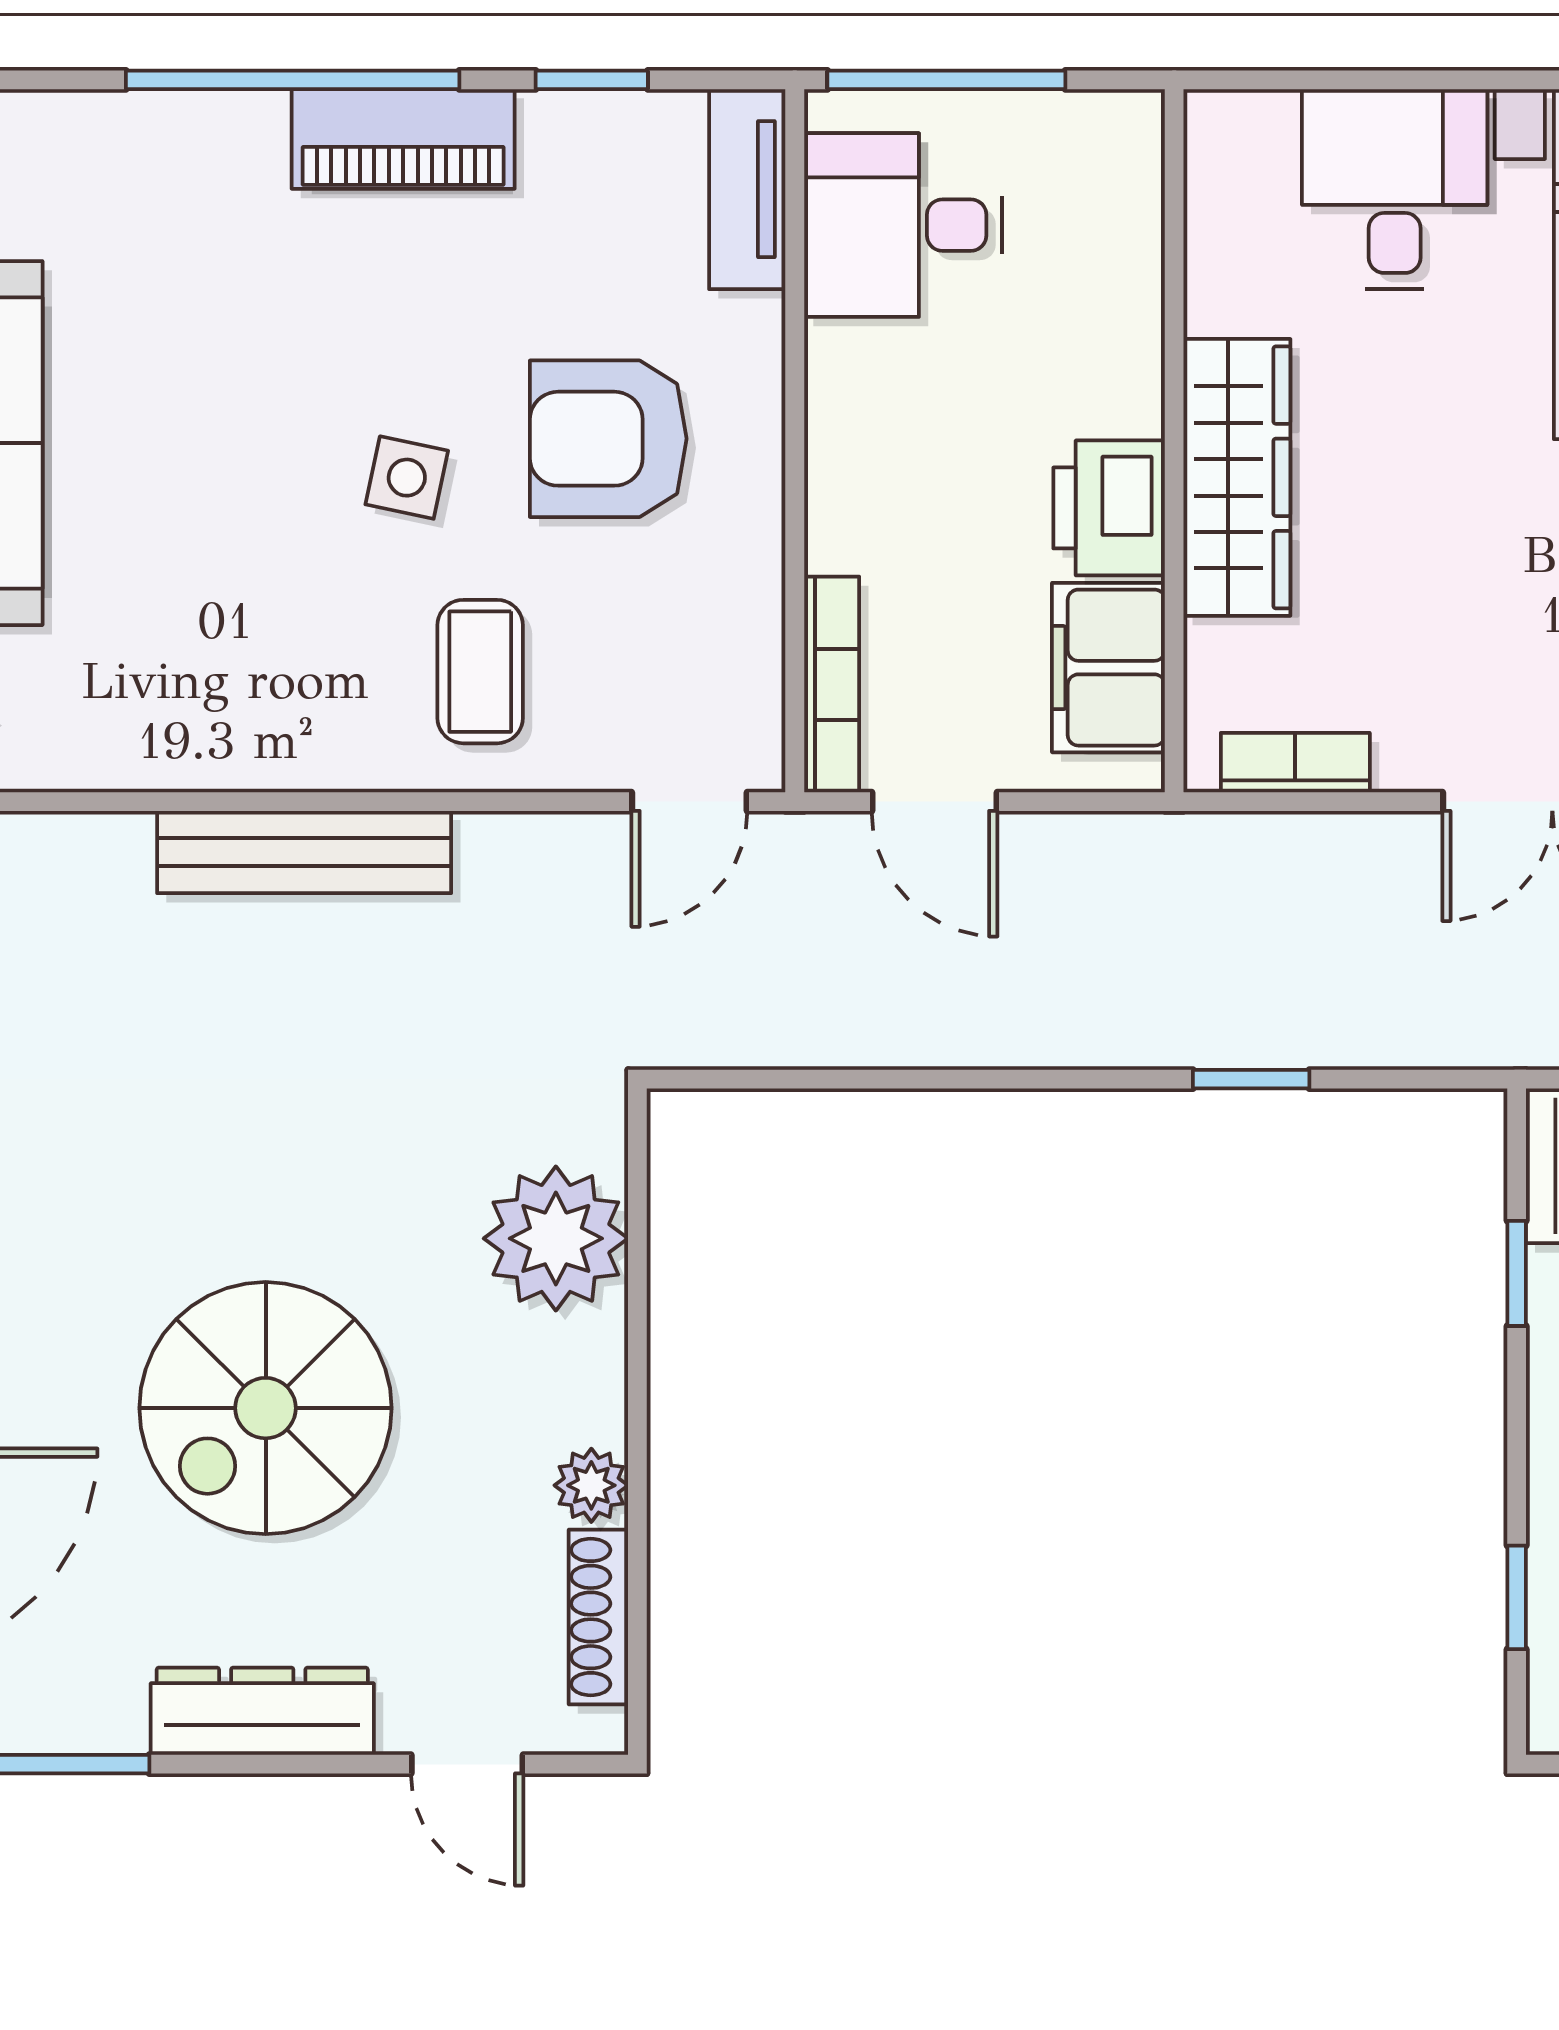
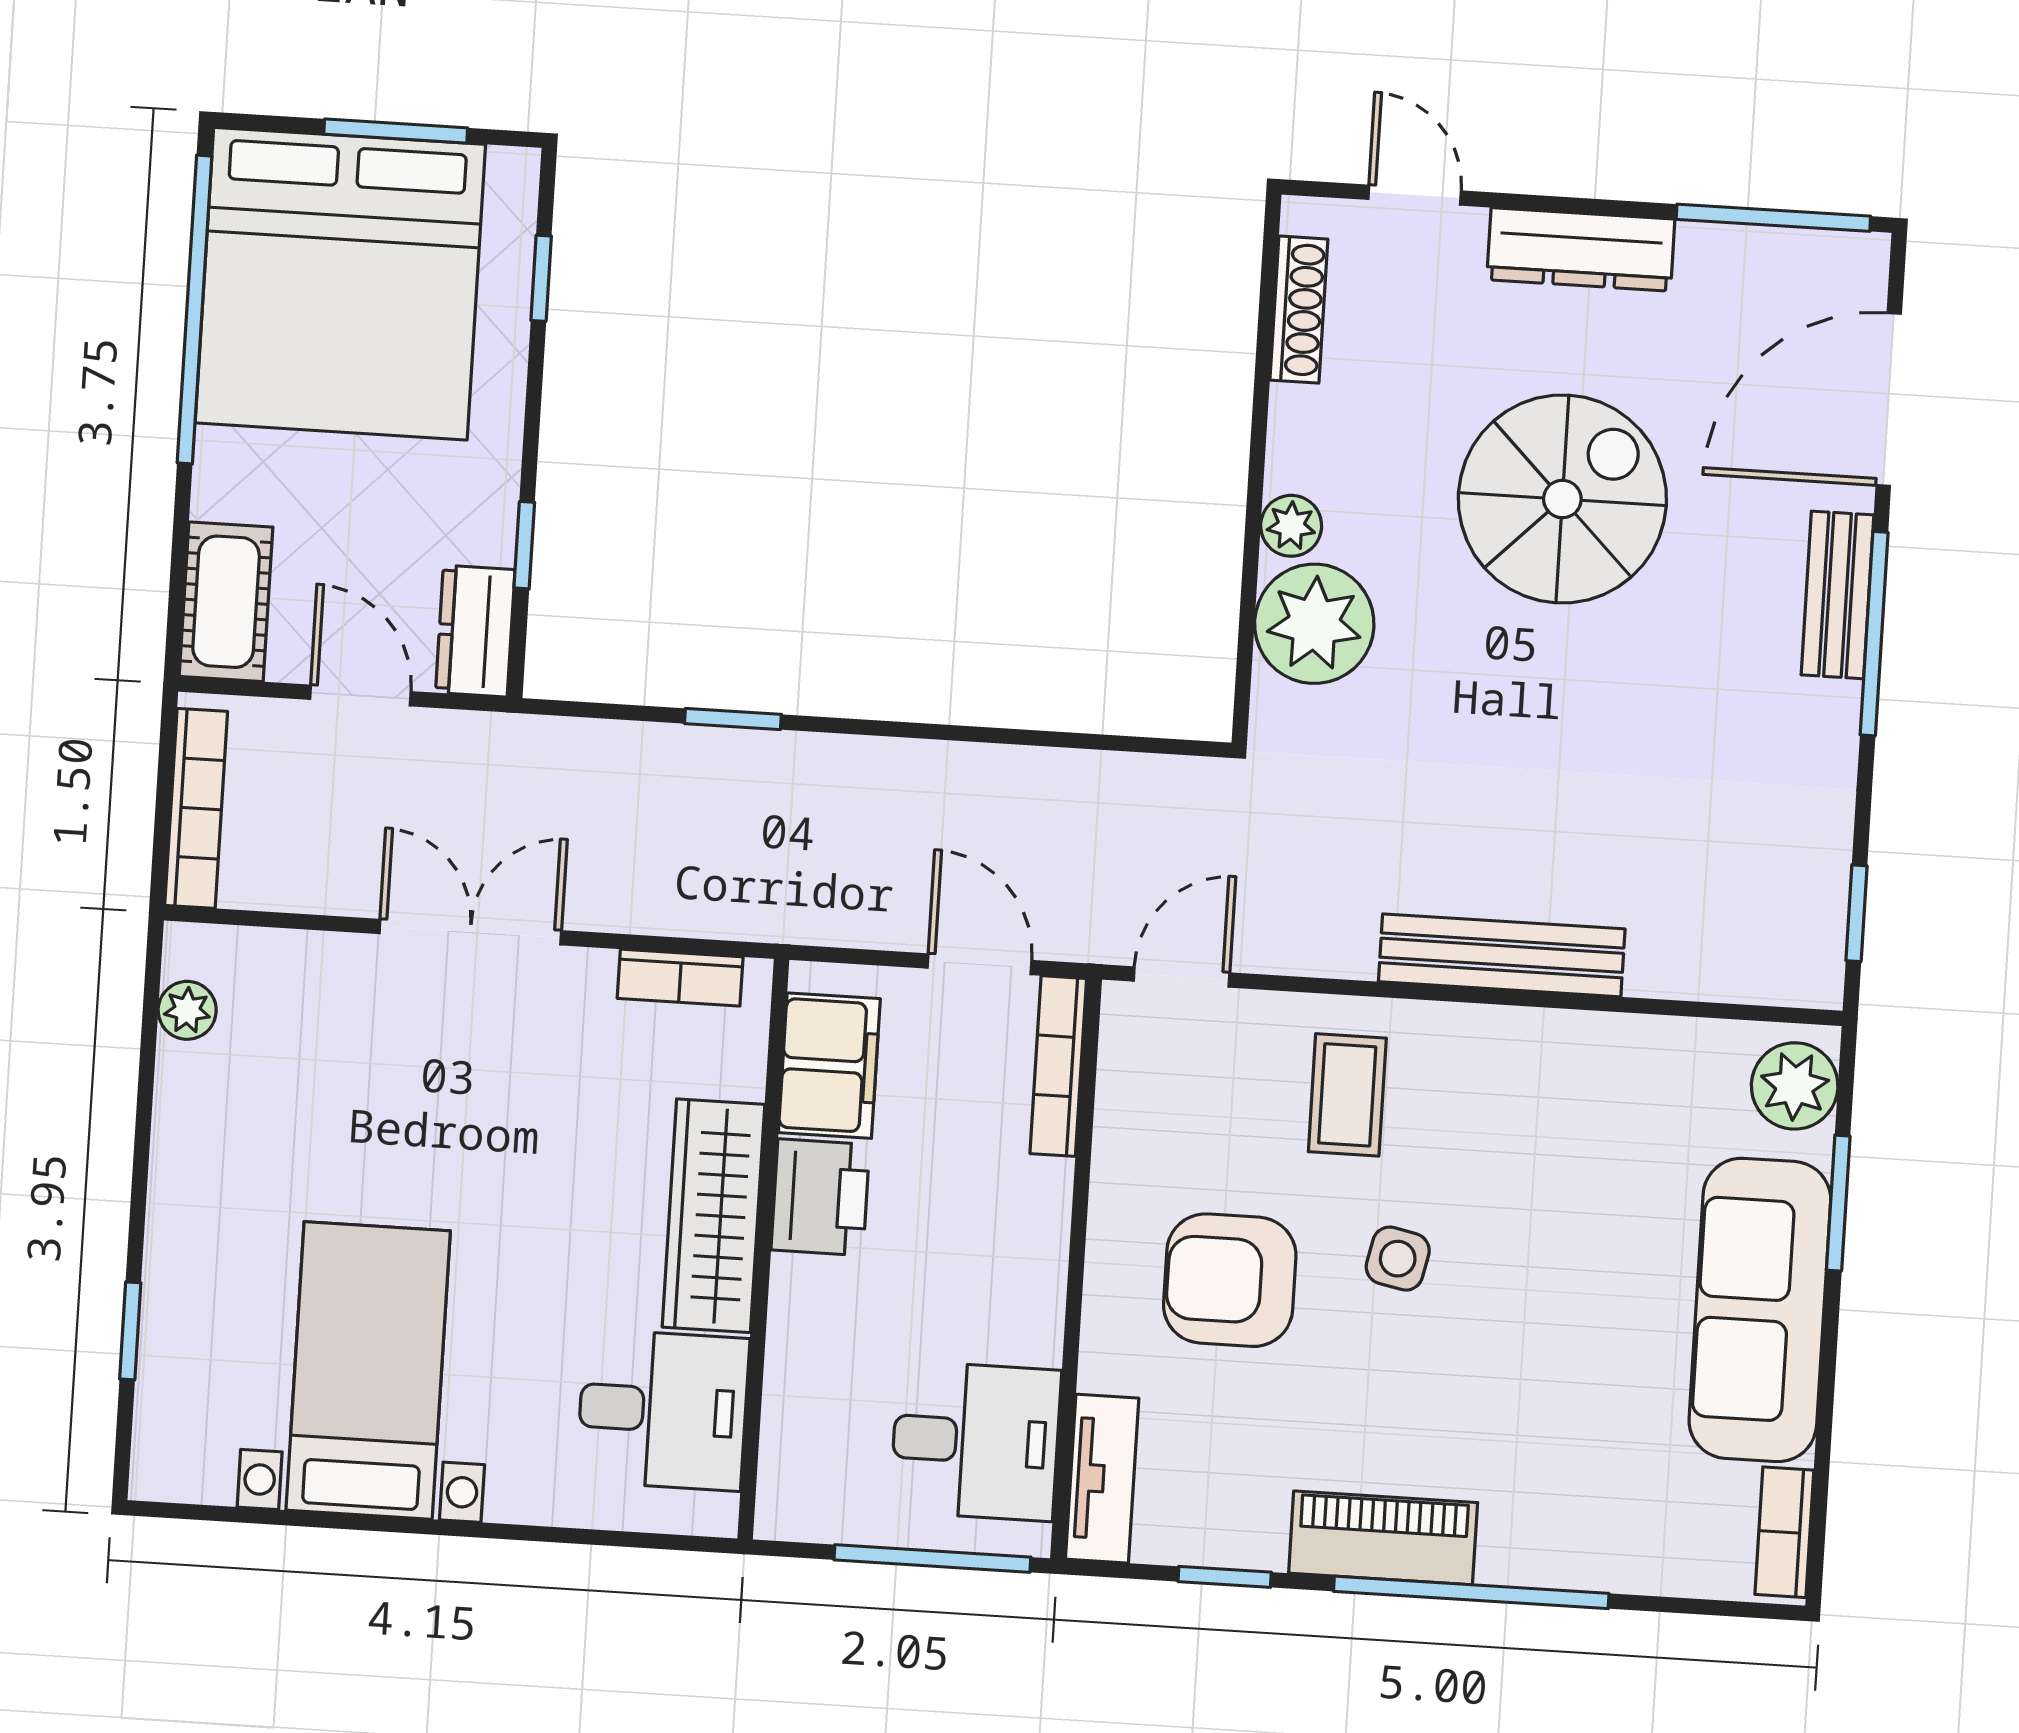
desk: (1395, 189) -> (663, 1410), moved, turned -90
armchair: (608, 439) -> (1230, 1280), turned 180
plant: (591, 1485) -> (1291, 526), moved

